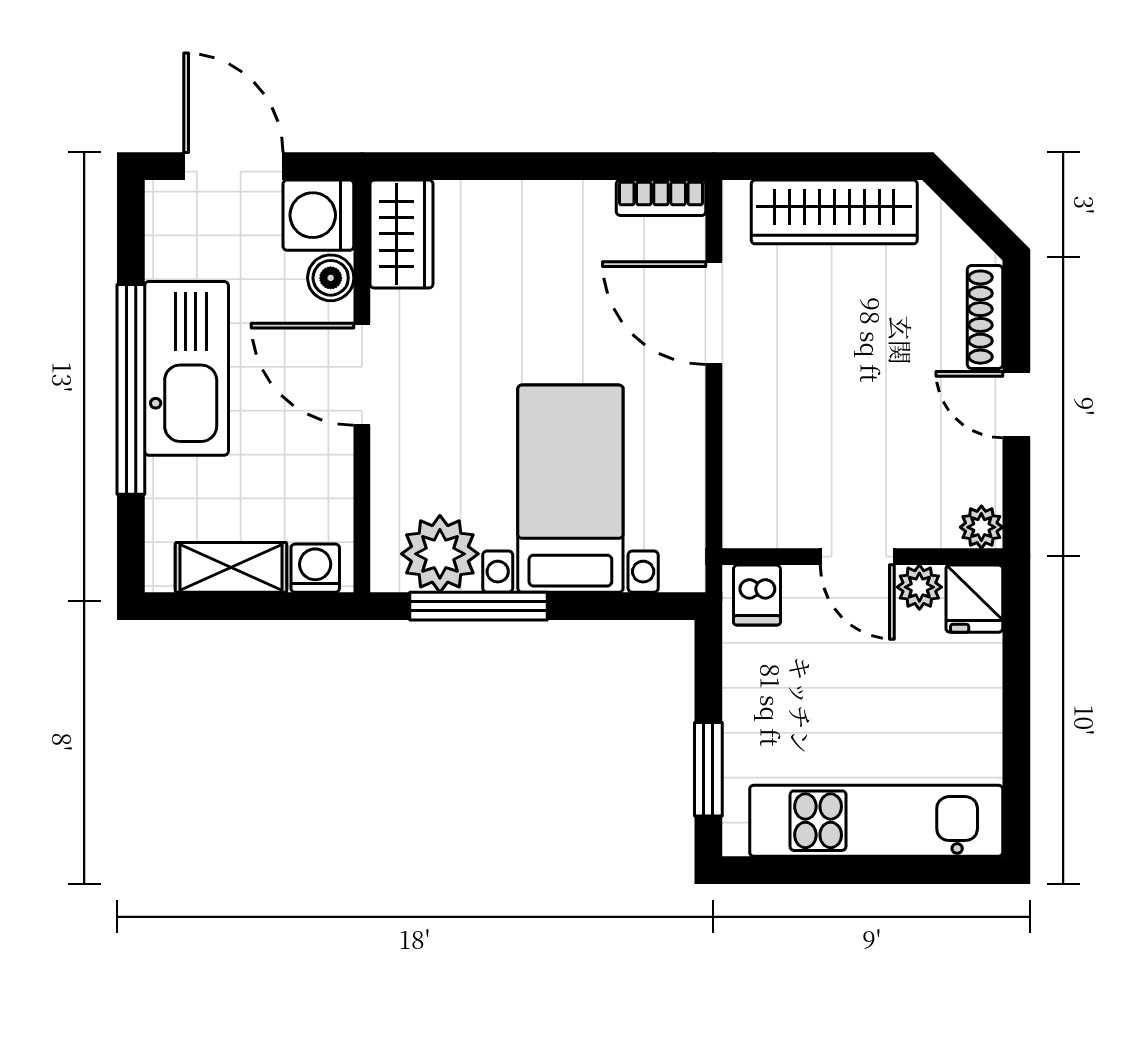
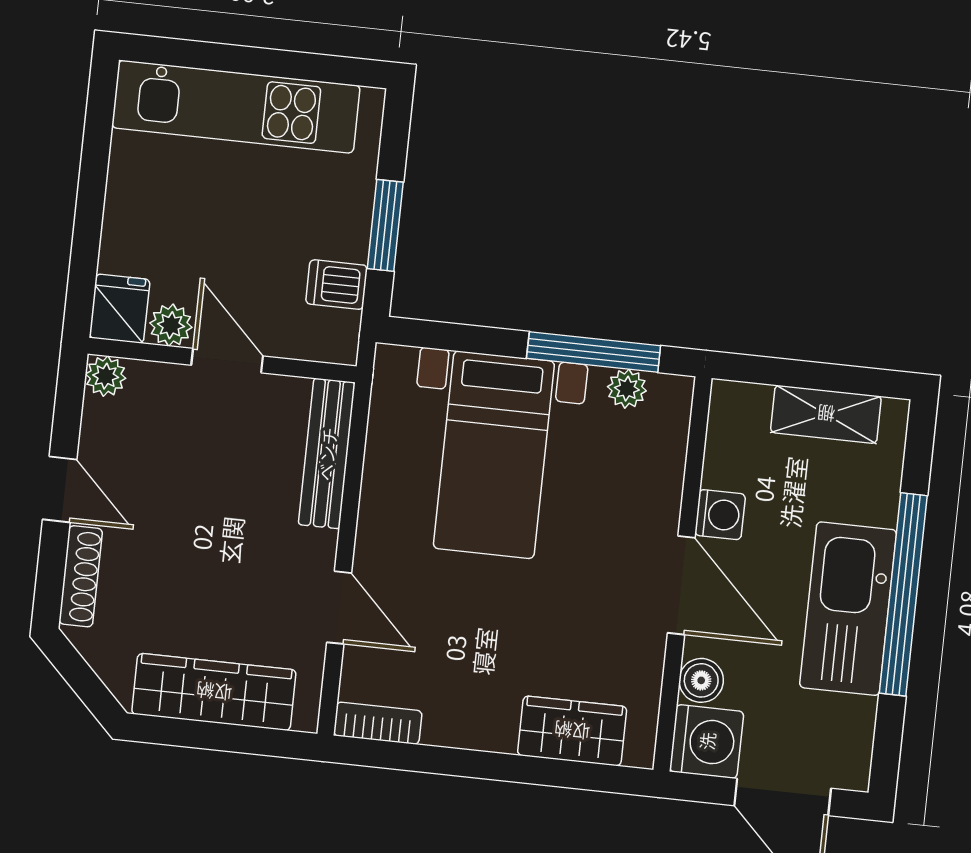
wardrobe: (402, 234) -> (572, 731), moved, turned 90
door: (714, 313) -> (339, 608), width x0.73
bench: (744, 471) -> (327, 454), added
plant: (440, 554) -> (627, 389), width x0.53, depth x0.53
washing machine: (315, 568) -> (720, 515), moved, turned -90
dishwasher: (757, 595) -> (337, 285), moved, turned -90
window: (708, 769) -> (385, 225), moved

